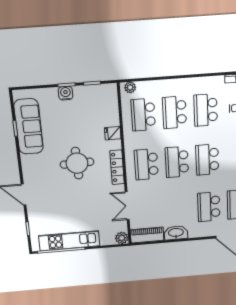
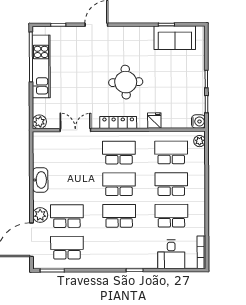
water cooler: (66, 93) -> (198, 121), moved
sofa: (29, 127) -> (175, 38), width x0.73
plant: (208, 230) -> (40, 215), added
piano: (147, 235) -> (40, 149), removed

